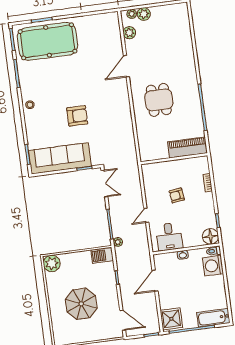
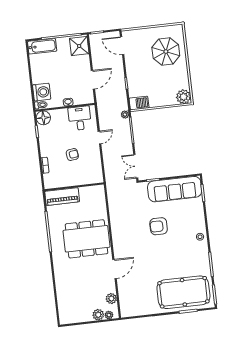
dining table: (159, 100) -> (86, 239), width x1.88, depth x1.24
parasol: (81, 304) -> (166, 52), moved

